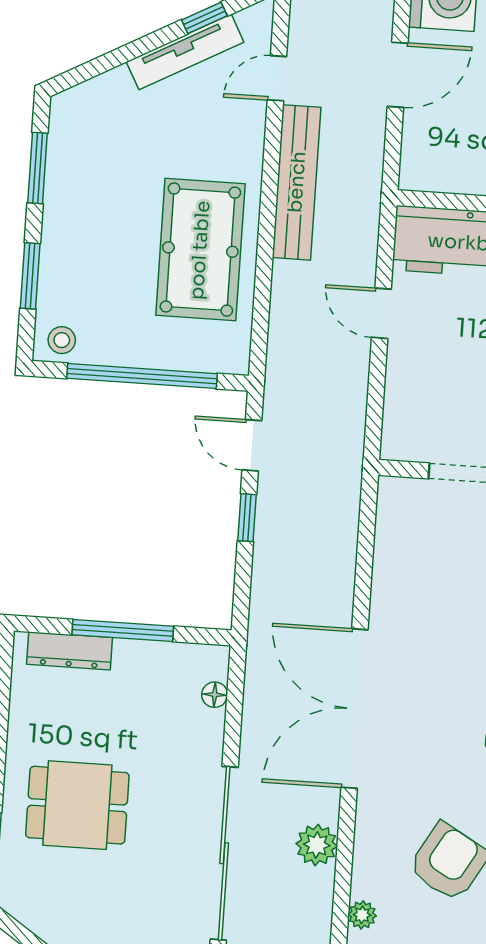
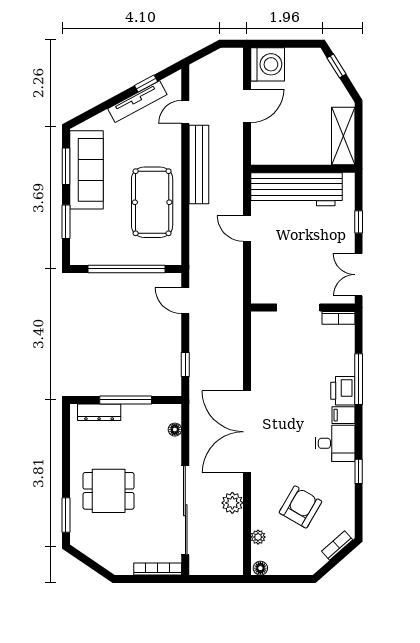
sofa: (77, 178) -> (86, 170), added
stool: (62, 340) -> (84, 253), removed
window: (247, 518) -> (185, 365), moved

